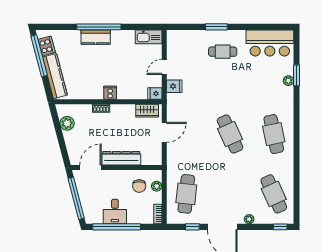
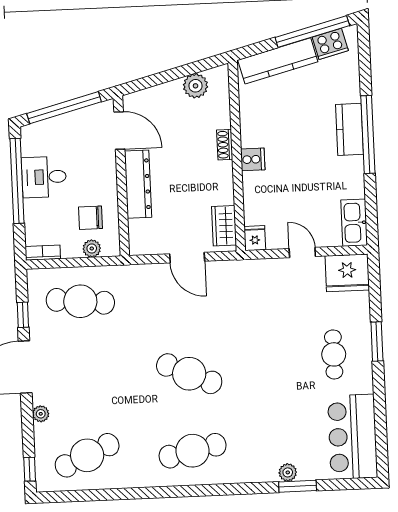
fridge: (174, 86) -> (347, 273), moved, width x1.88, depth x1.34
cafe table: (230, 134) -> (189, 374), turned 48

